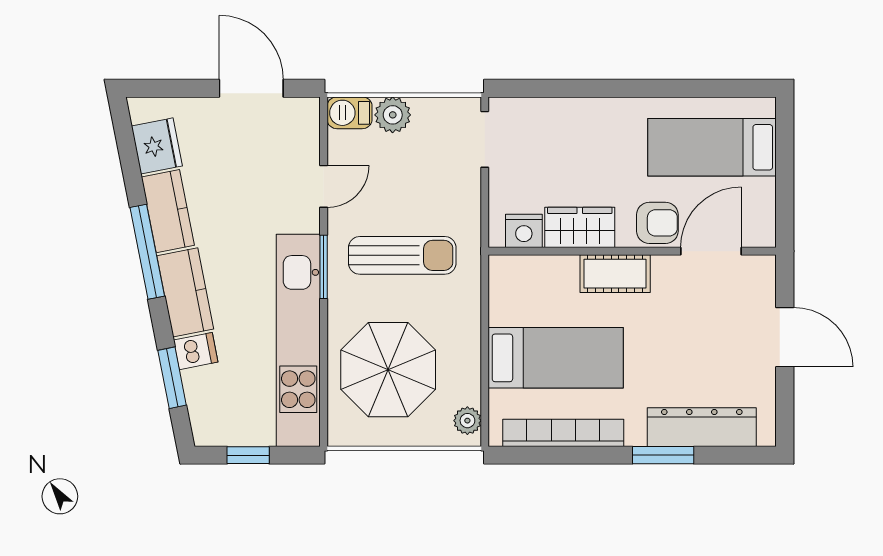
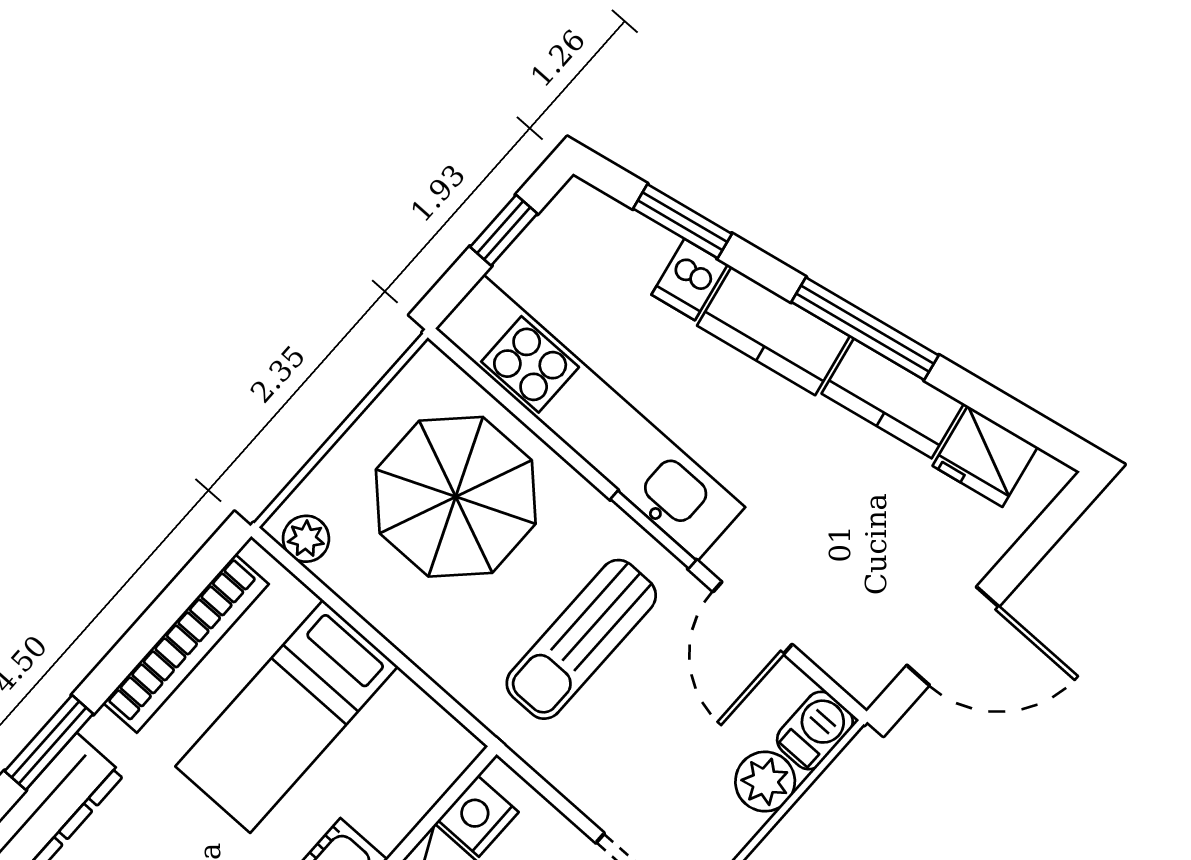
door: (324, 186) -> (753, 618), width x1.37

